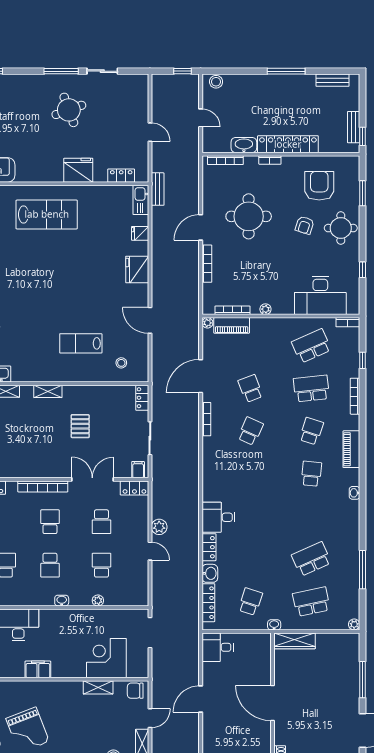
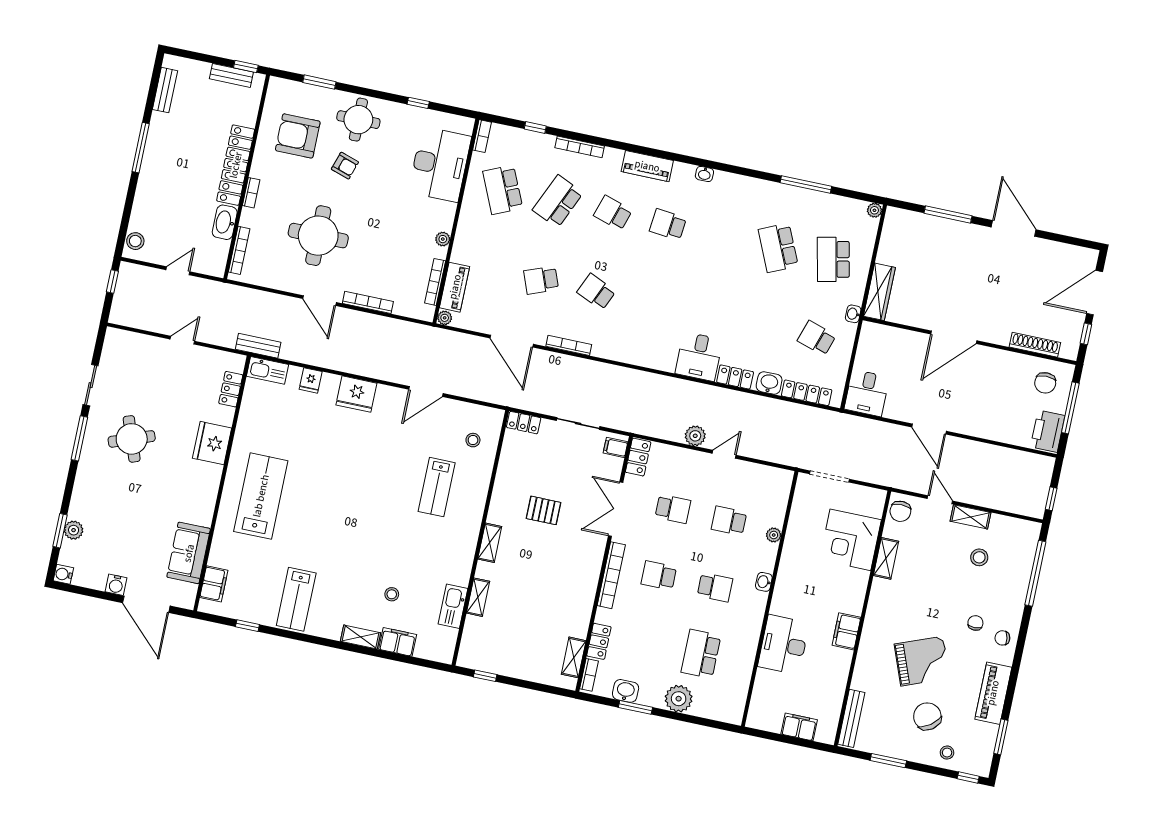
school desk: (311, 388) -> (558, 201), turned 30

